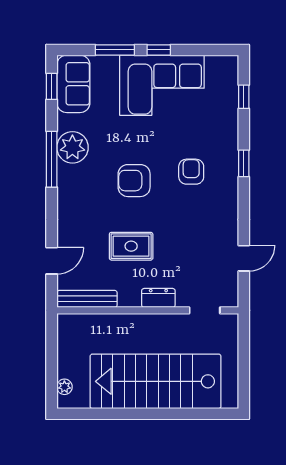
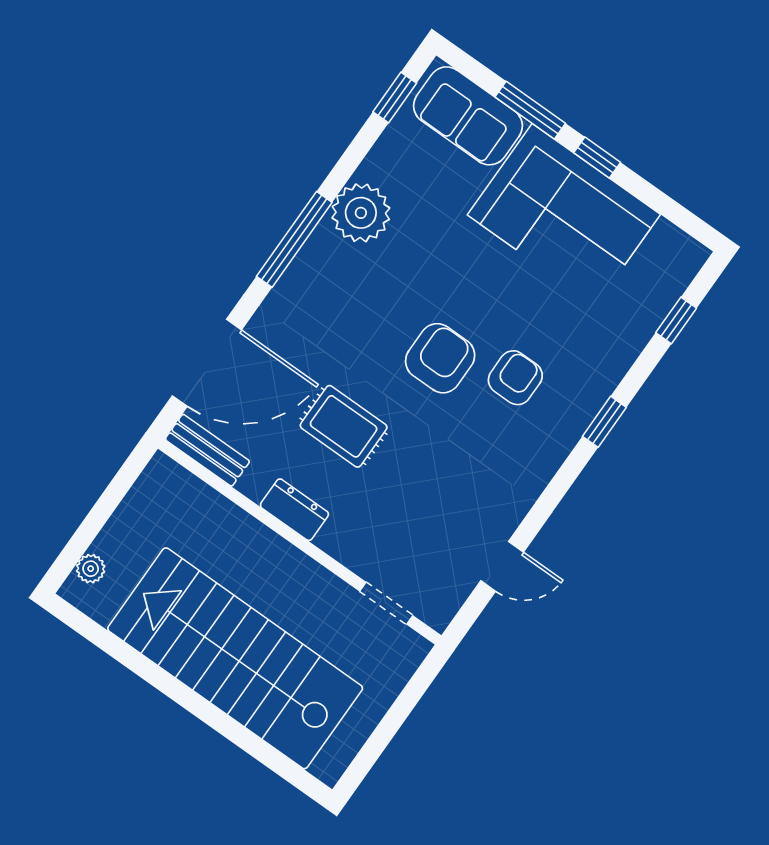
sofa: (73, 84) -> (468, 116), moved, turned 90
window: (52, 159) -> (294, 239), moved
armchair: (134, 181) -> (440, 358), moved, turned 90
door: (52, 261) -> (207, 363), width x1.88
dresser: (158, 298) -> (294, 510), moved
bench: (87, 299) -> (207, 450), width x0.73

